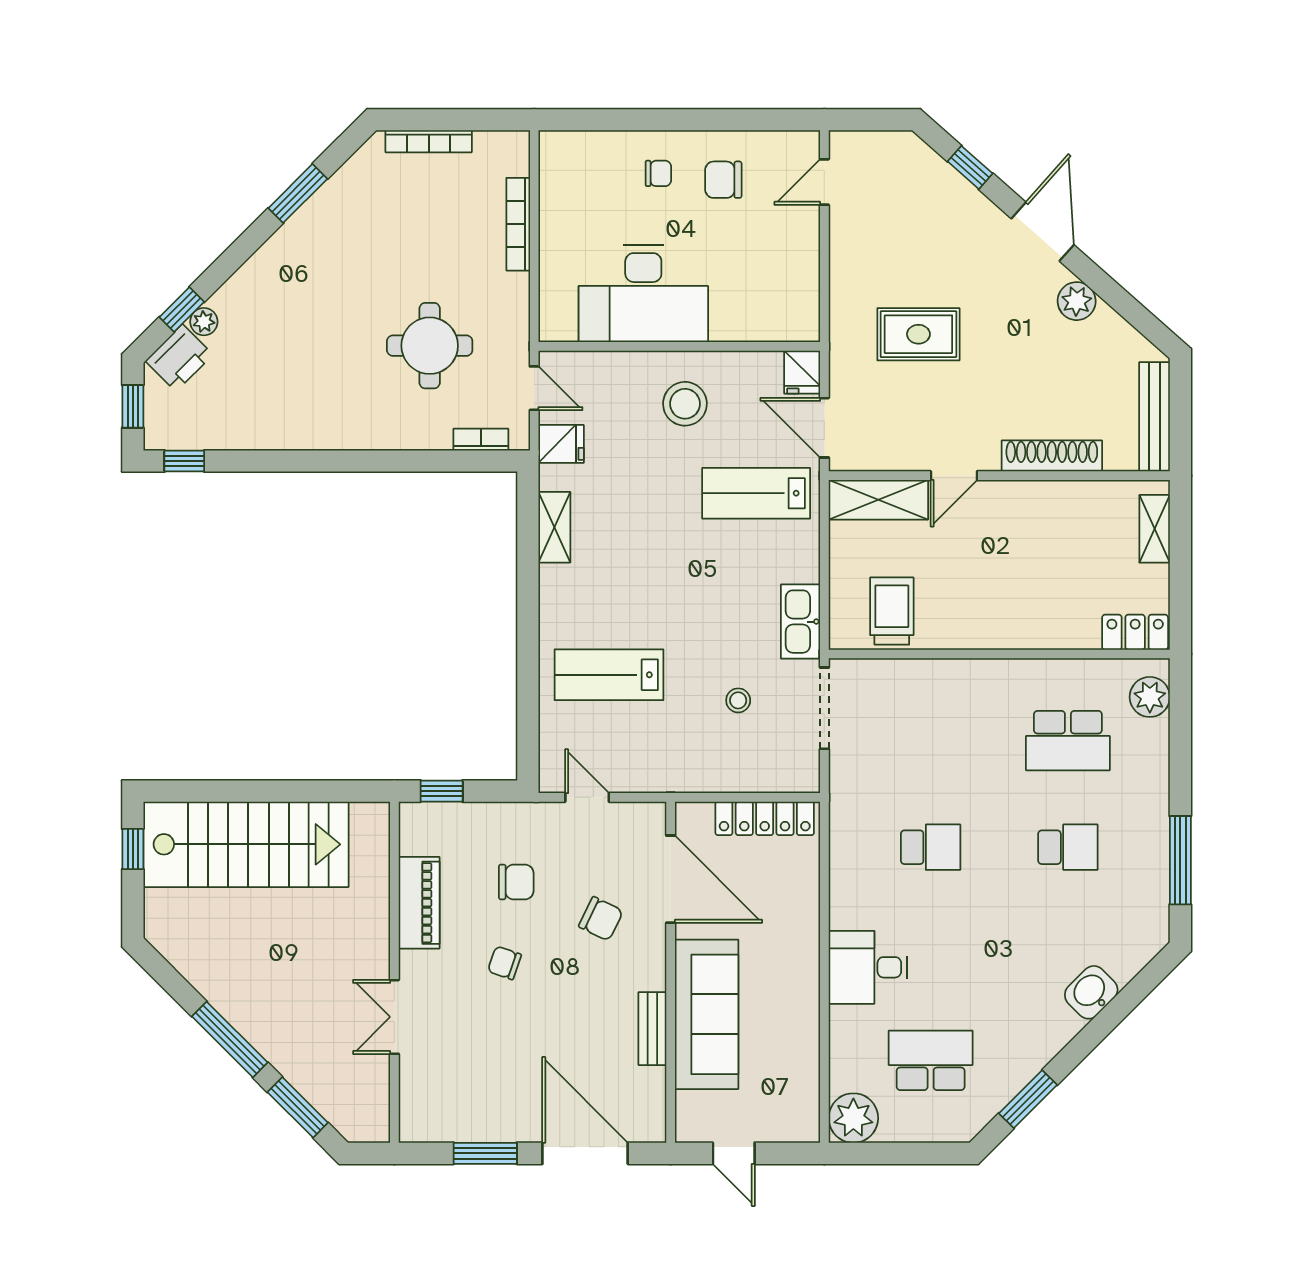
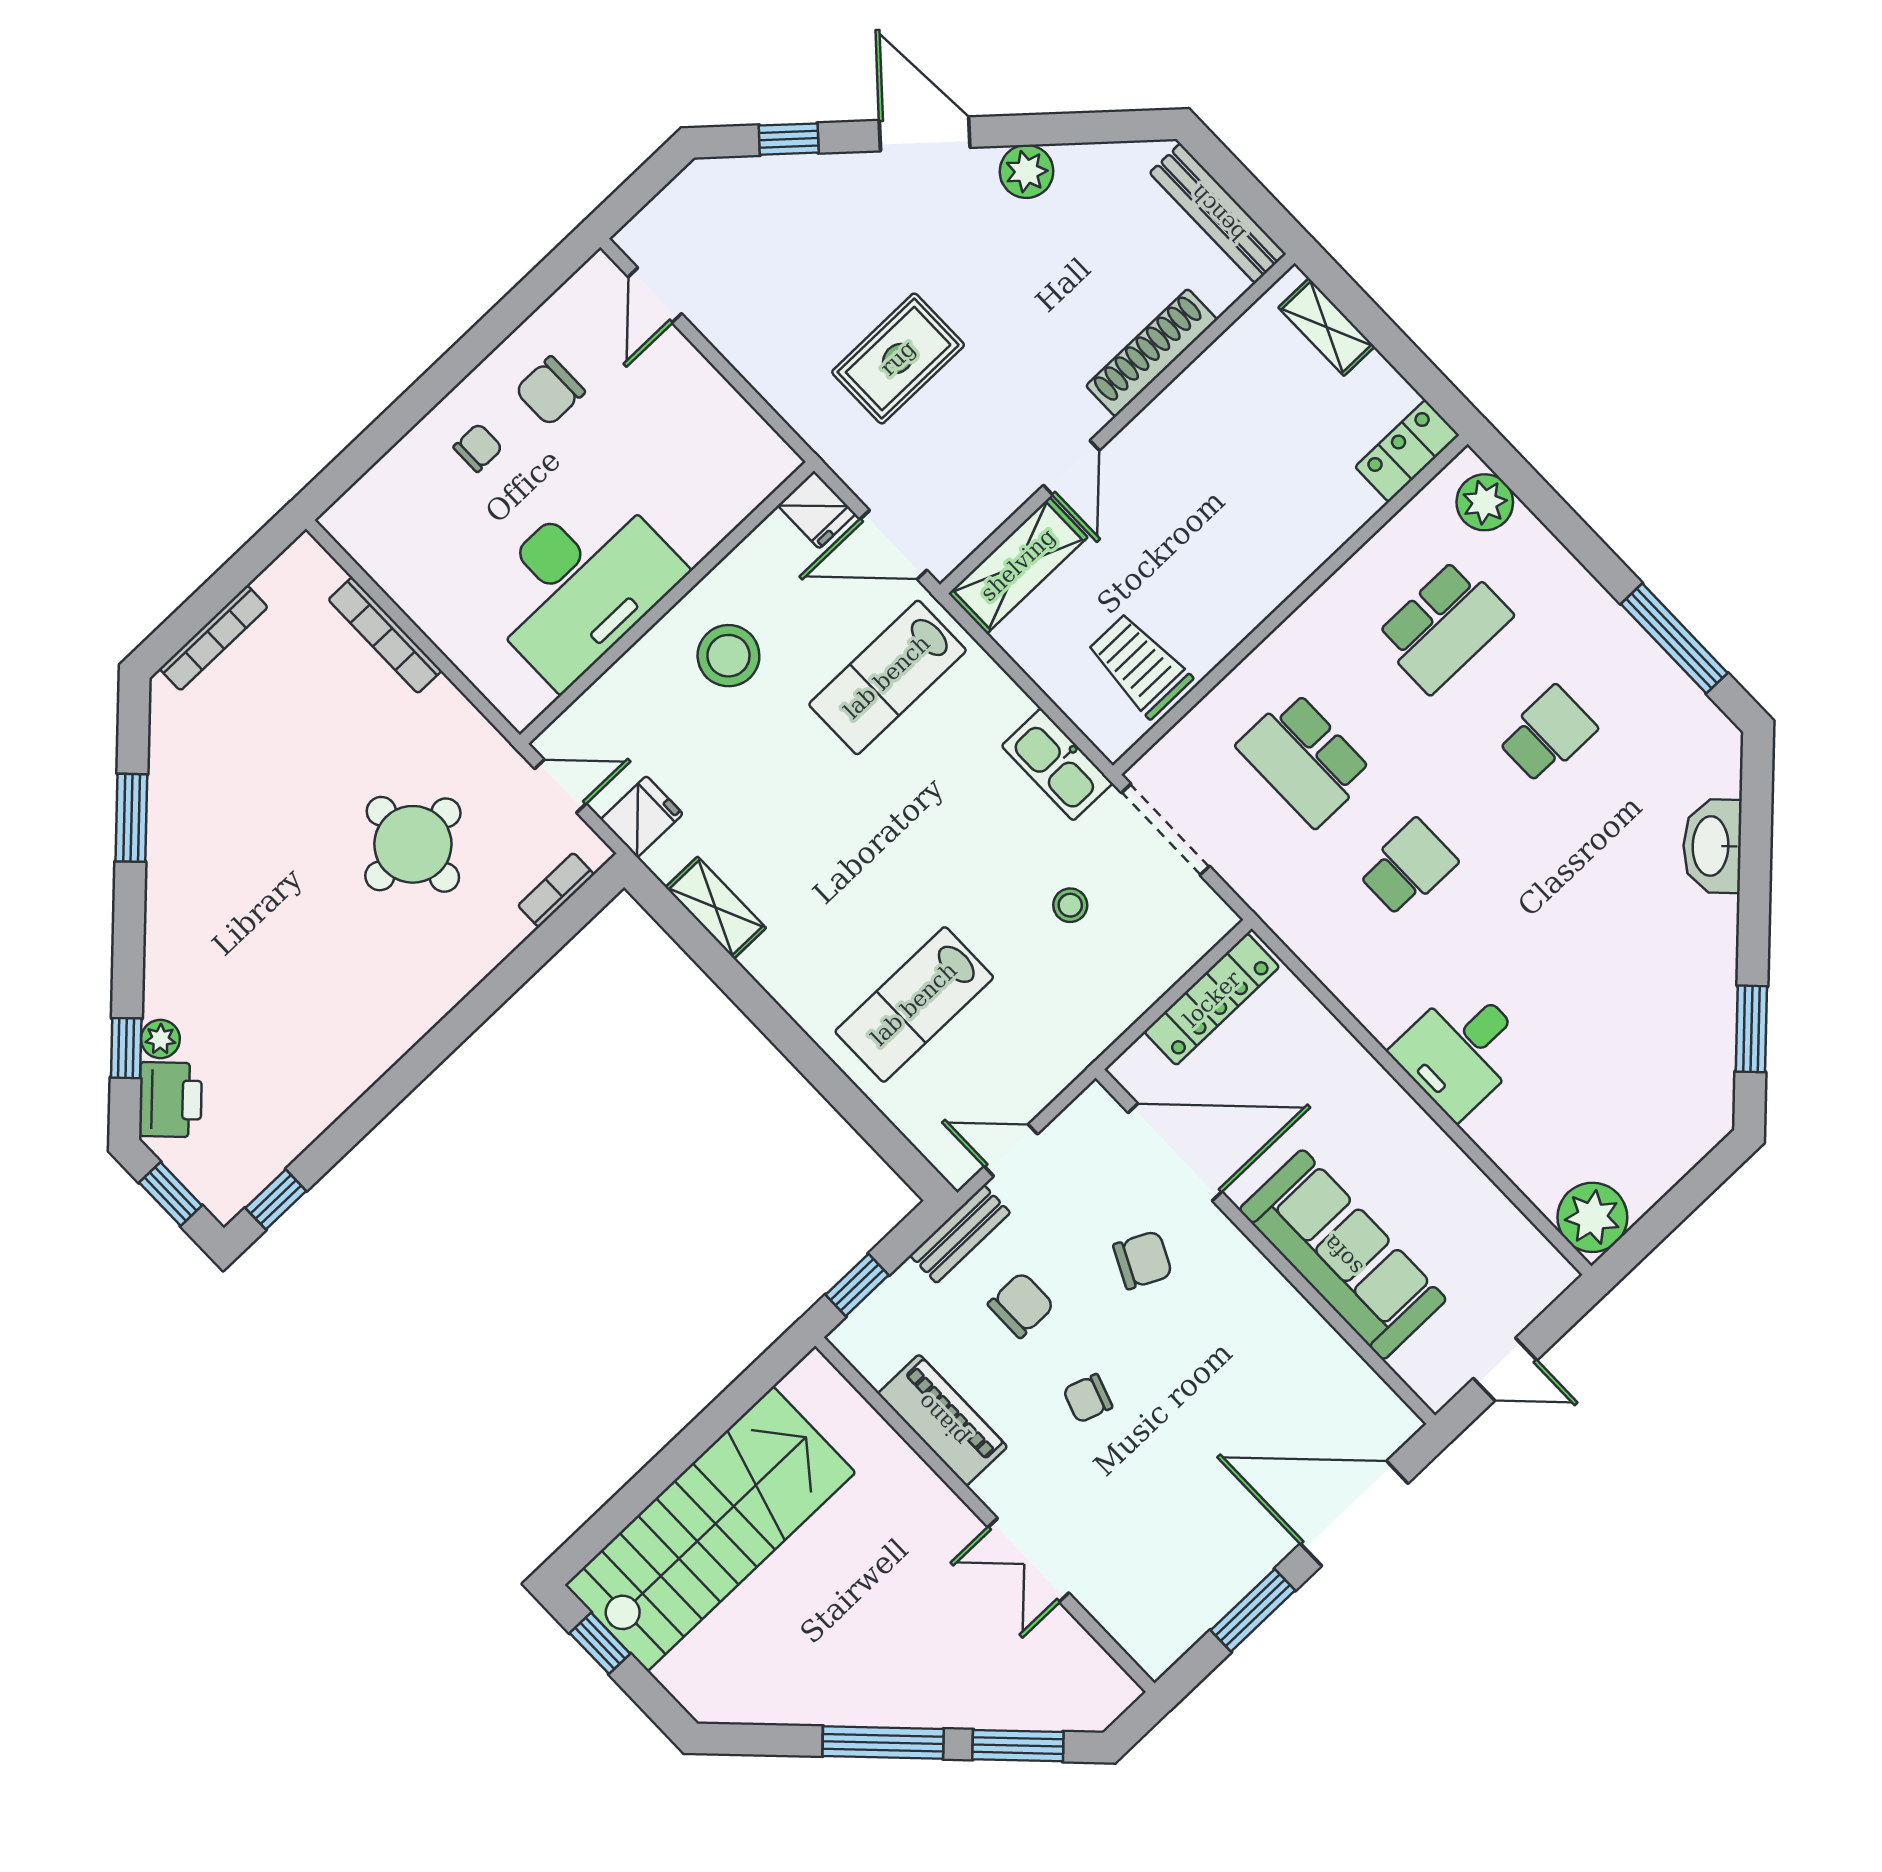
washbasin: (1091, 992) -> (1712, 846), width x1.38
bench: (652, 1029) -> (960, 1234), moved, turned 90
school desk: (931, 1060) -> (1305, 759), moved, turned -90

